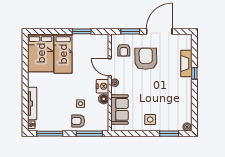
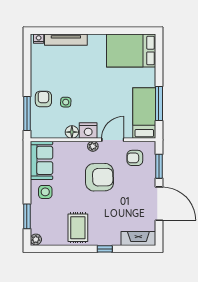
window: (82, 31) -> (159, 104), width x1.44
bed: (63, 54) -> (144, 113), moved, turned 90
armchair: (146, 59) -> (99, 177), moved
fireplace: (186, 63) -> (138, 239), moved
rug: (178, 94) -> (78, 228), added
sofa: (119, 109) -> (41, 160), moved, turned -90
window: (50, 134) -> (27, 62), removed

